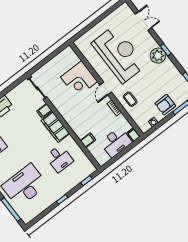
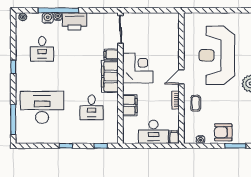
reception desk: (119, 54) -> (217, 55), turned 180
corner desk: (79, 79) -> (138, 68), moved, turned 180
filing cabinet: (88, 140) -> (130, 105), width x2.00

